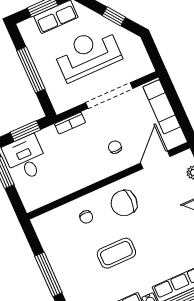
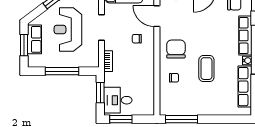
doorway: (109, 96) -> (101, 28), width x0.73
chair: (124, 203) -> (176, 49), turned 180
window: (48, 274) -> (181, 119), moved

